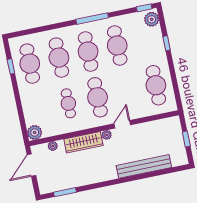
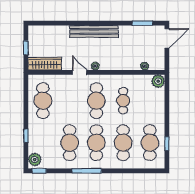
door: (122, 124) -> (80, 72), swing flipped
wardrobe: (83, 142) -> (45, 64), moved
door: (31, 165) -> (167, 38), moved
bench: (144, 166) -> (94, 31), moved

